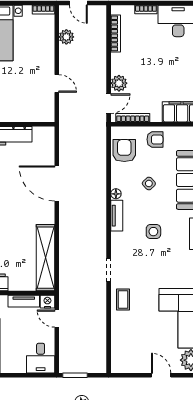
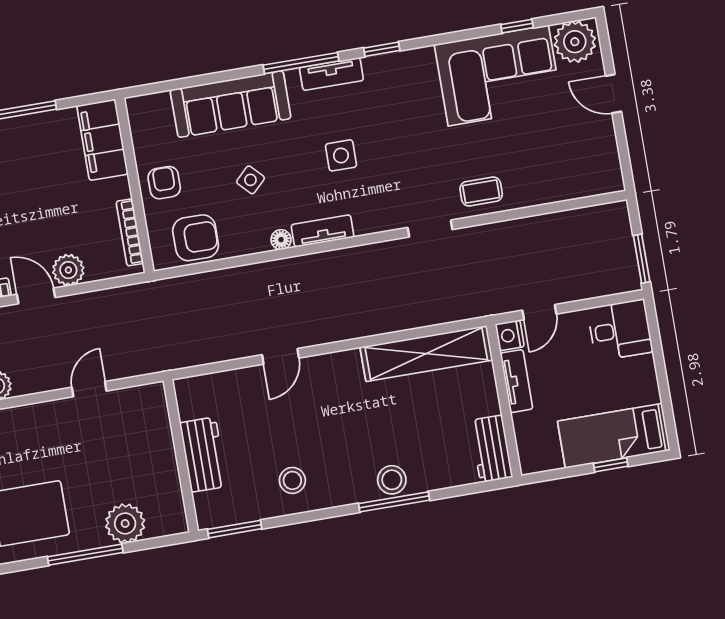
door: (109, 104) -> (36, 296), moved
armchair: (124, 151) -> (196, 238), turned 180
door: (57, 183) -> (281, 356), width x0.53
door: (161, 375) -> (613, 94), hinge flipped

